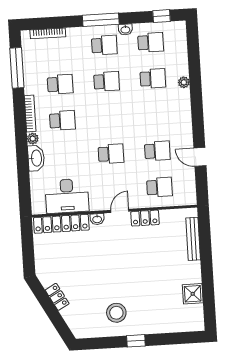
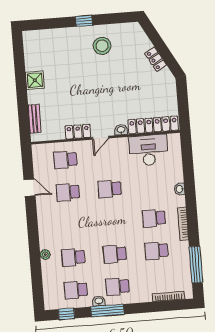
window: (101, 20) -> (107, 311), moved
plant: (33, 139) -> (180, 201), removed
washbasin: (36, 158) -> (180, 189), width x0.52, depth x0.69
bench: (193, 239) -> (35, 119), width x0.73
shower: (193, 294) -> (35, 80), moved

